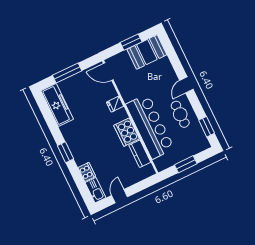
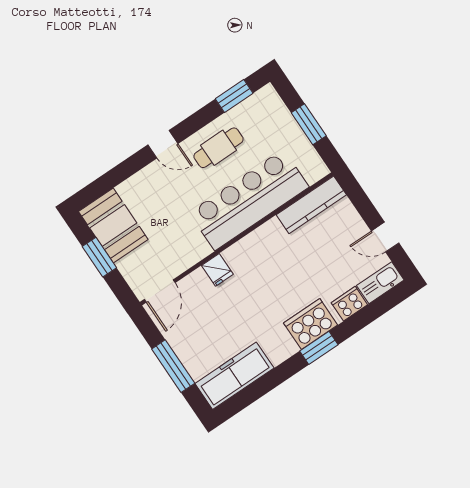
cooker: (127, 132) -> (311, 324), moved, turned 180
kitchen counter: (140, 154) -> (311, 205), width x1.50

